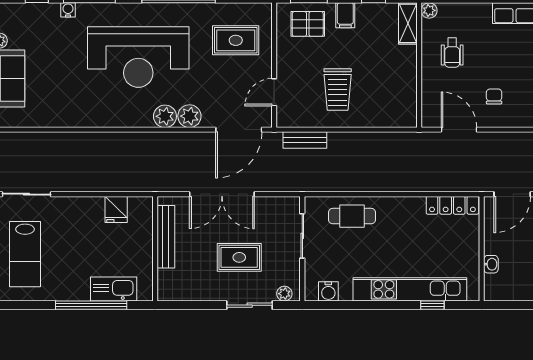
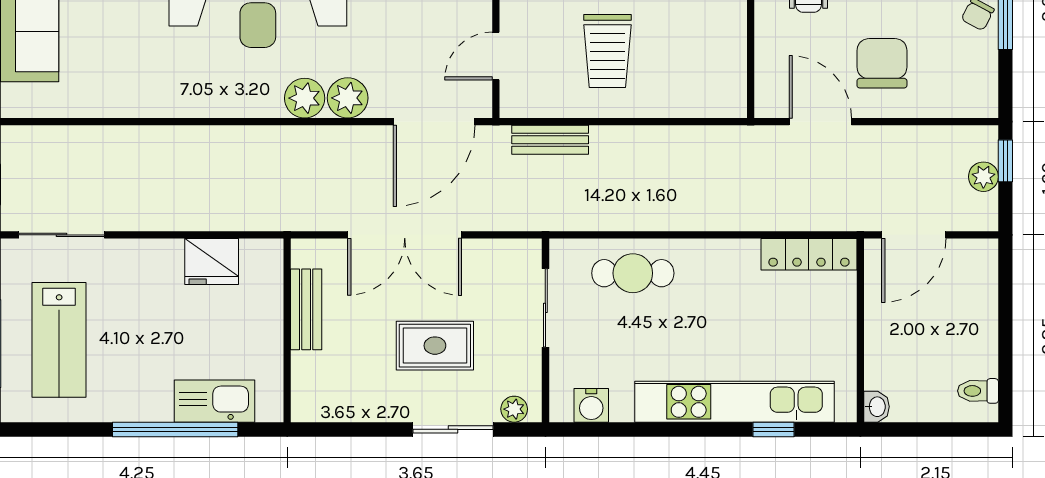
chair: (494, 96) -> (882, 63), width x1.87, depth x1.87
fridge: (116, 209) -> (212, 261), width x1.38
bench: (166, 237) -> (306, 309), width x0.73
washbasin: (491, 264) -> (877, 407), moved

